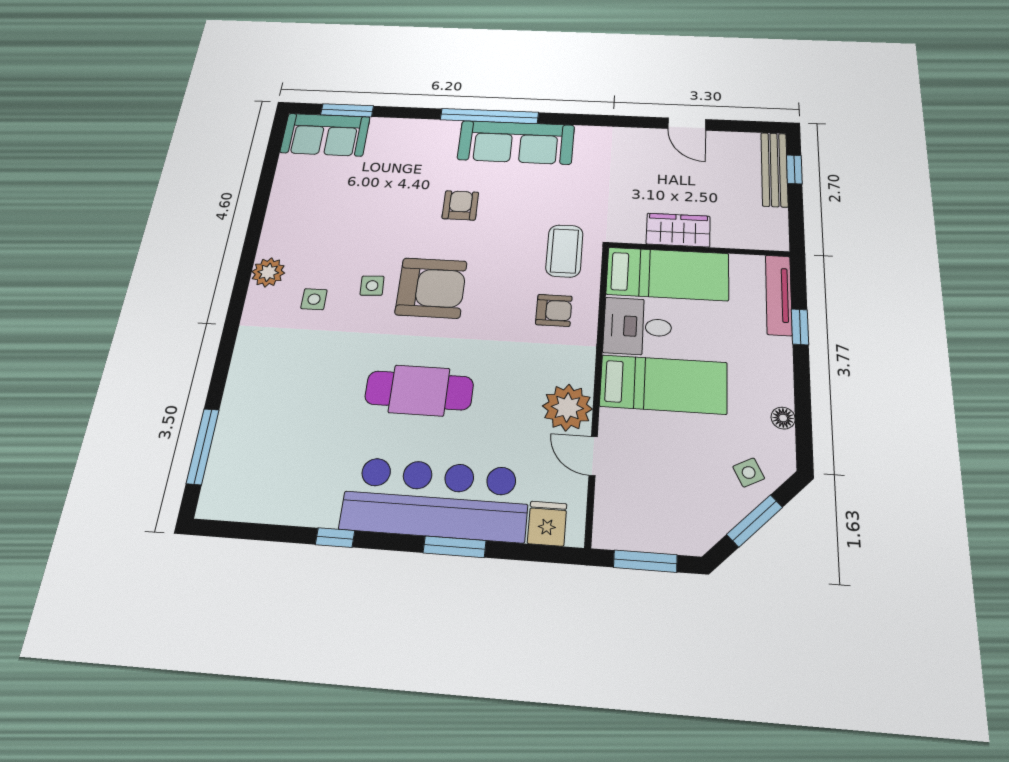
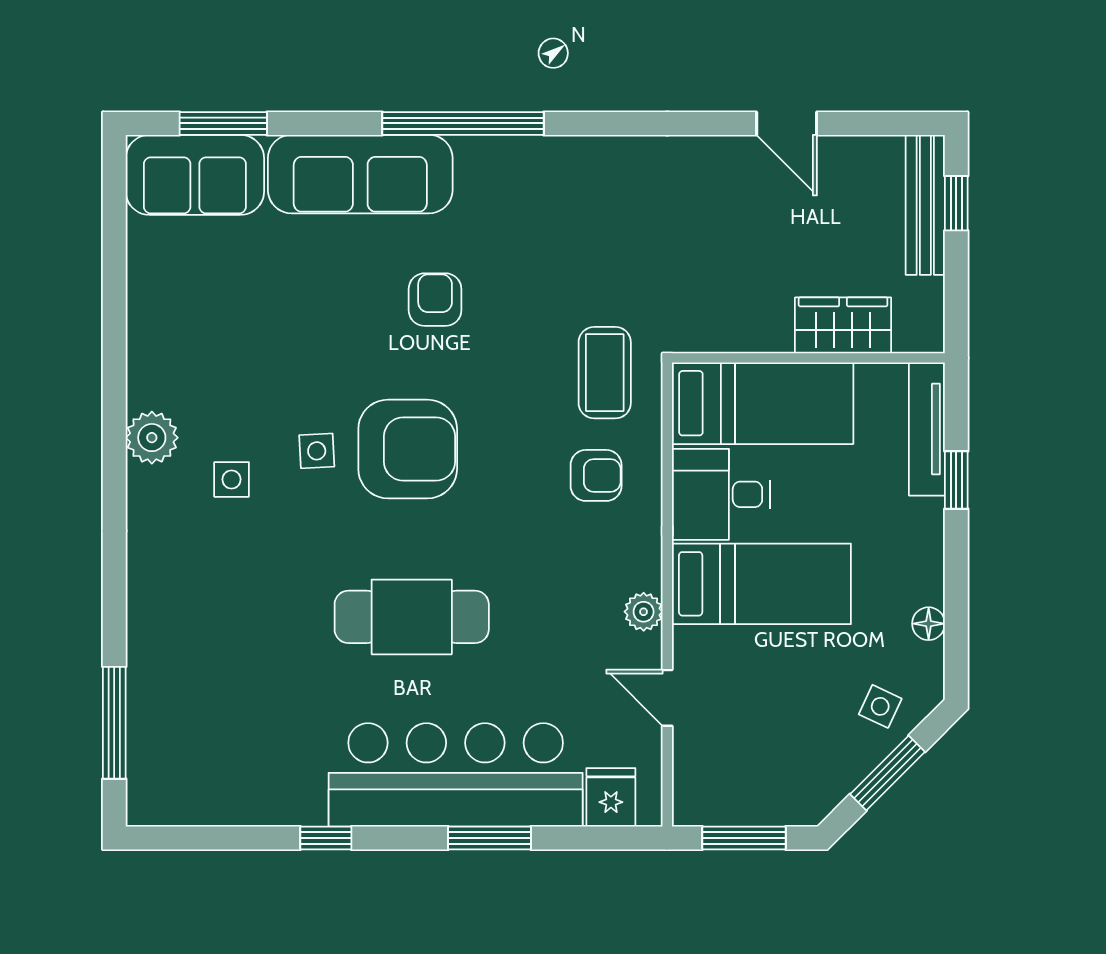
sofa: (516, 142) -> (360, 174), moved
wardrobe: (678, 230) -> (843, 325), moved
plant: (567, 407) -> (644, 612), width x0.53, depth x0.53
side table: (749, 472) -> (880, 706), turned -38

